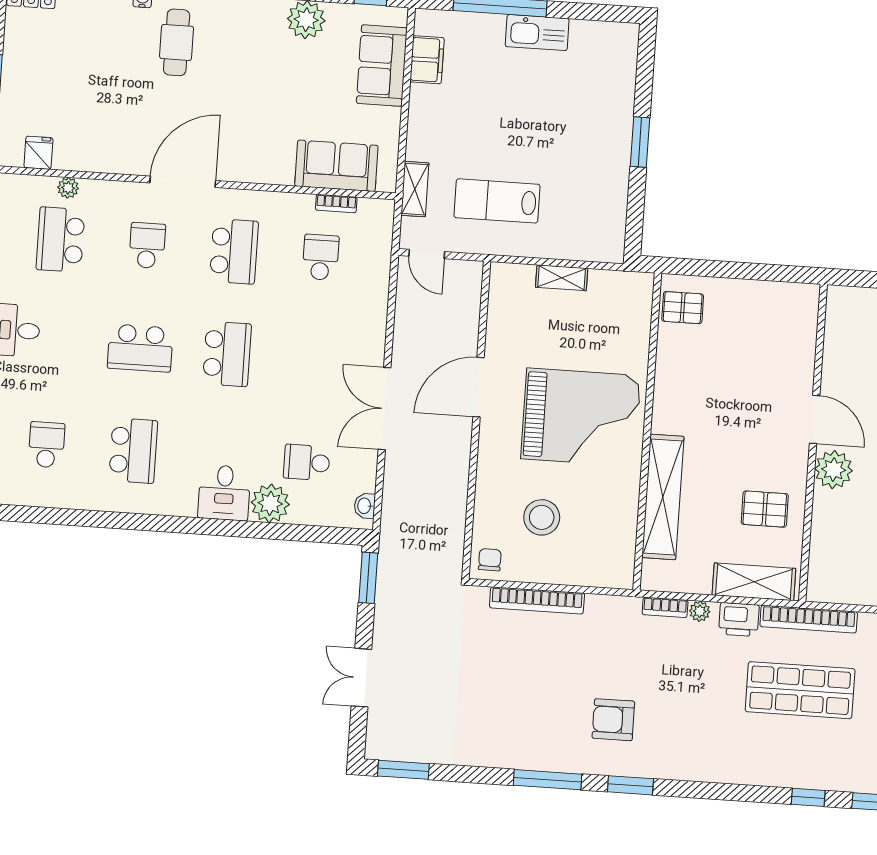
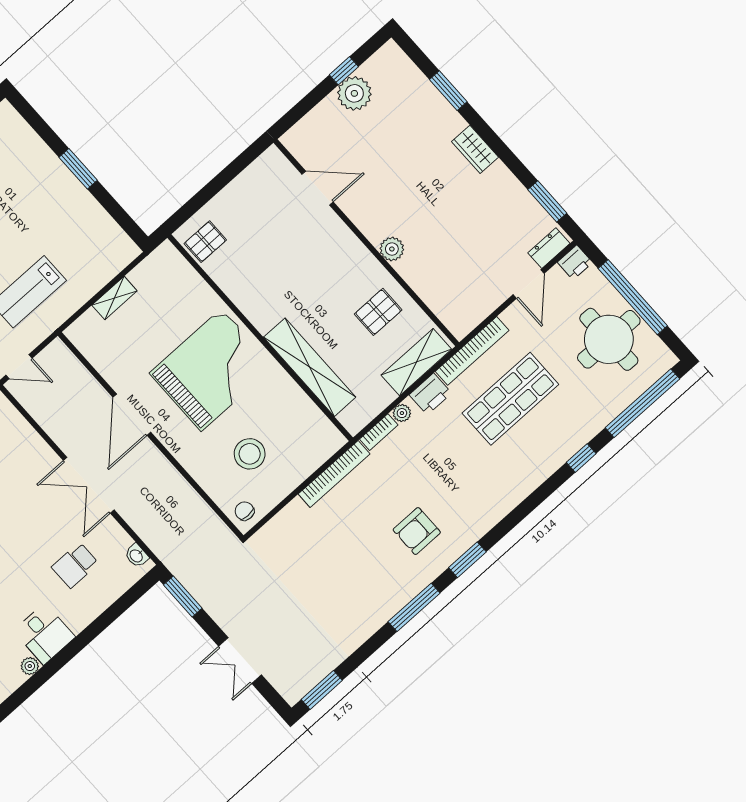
door: (815, 419) -> (318, 188), moved
plant: (834, 470) -> (392, 249), width x0.73, depth x0.73
plant: (270, 503) -> (30, 666), moved, width x0.53, depth x0.53
bookcase: (537, 600) -> (334, 474), moved

